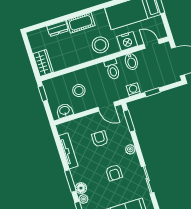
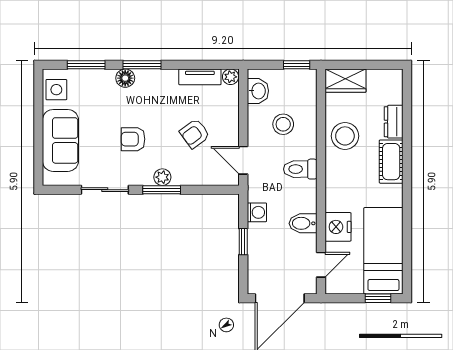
stool: (100, 45) -> (345, 136), moved
toilet: (112, 69) -> (300, 169), moved
door: (106, 107) -> (243, 160), hinge flipped
window: (129, 121) -> (162, 190), moved
armchair: (100, 139) -> (195, 134), turned 144
tv unit: (68, 151) -> (200, 77), width x0.71
plant: (84, 199) -> (230, 77), moved

